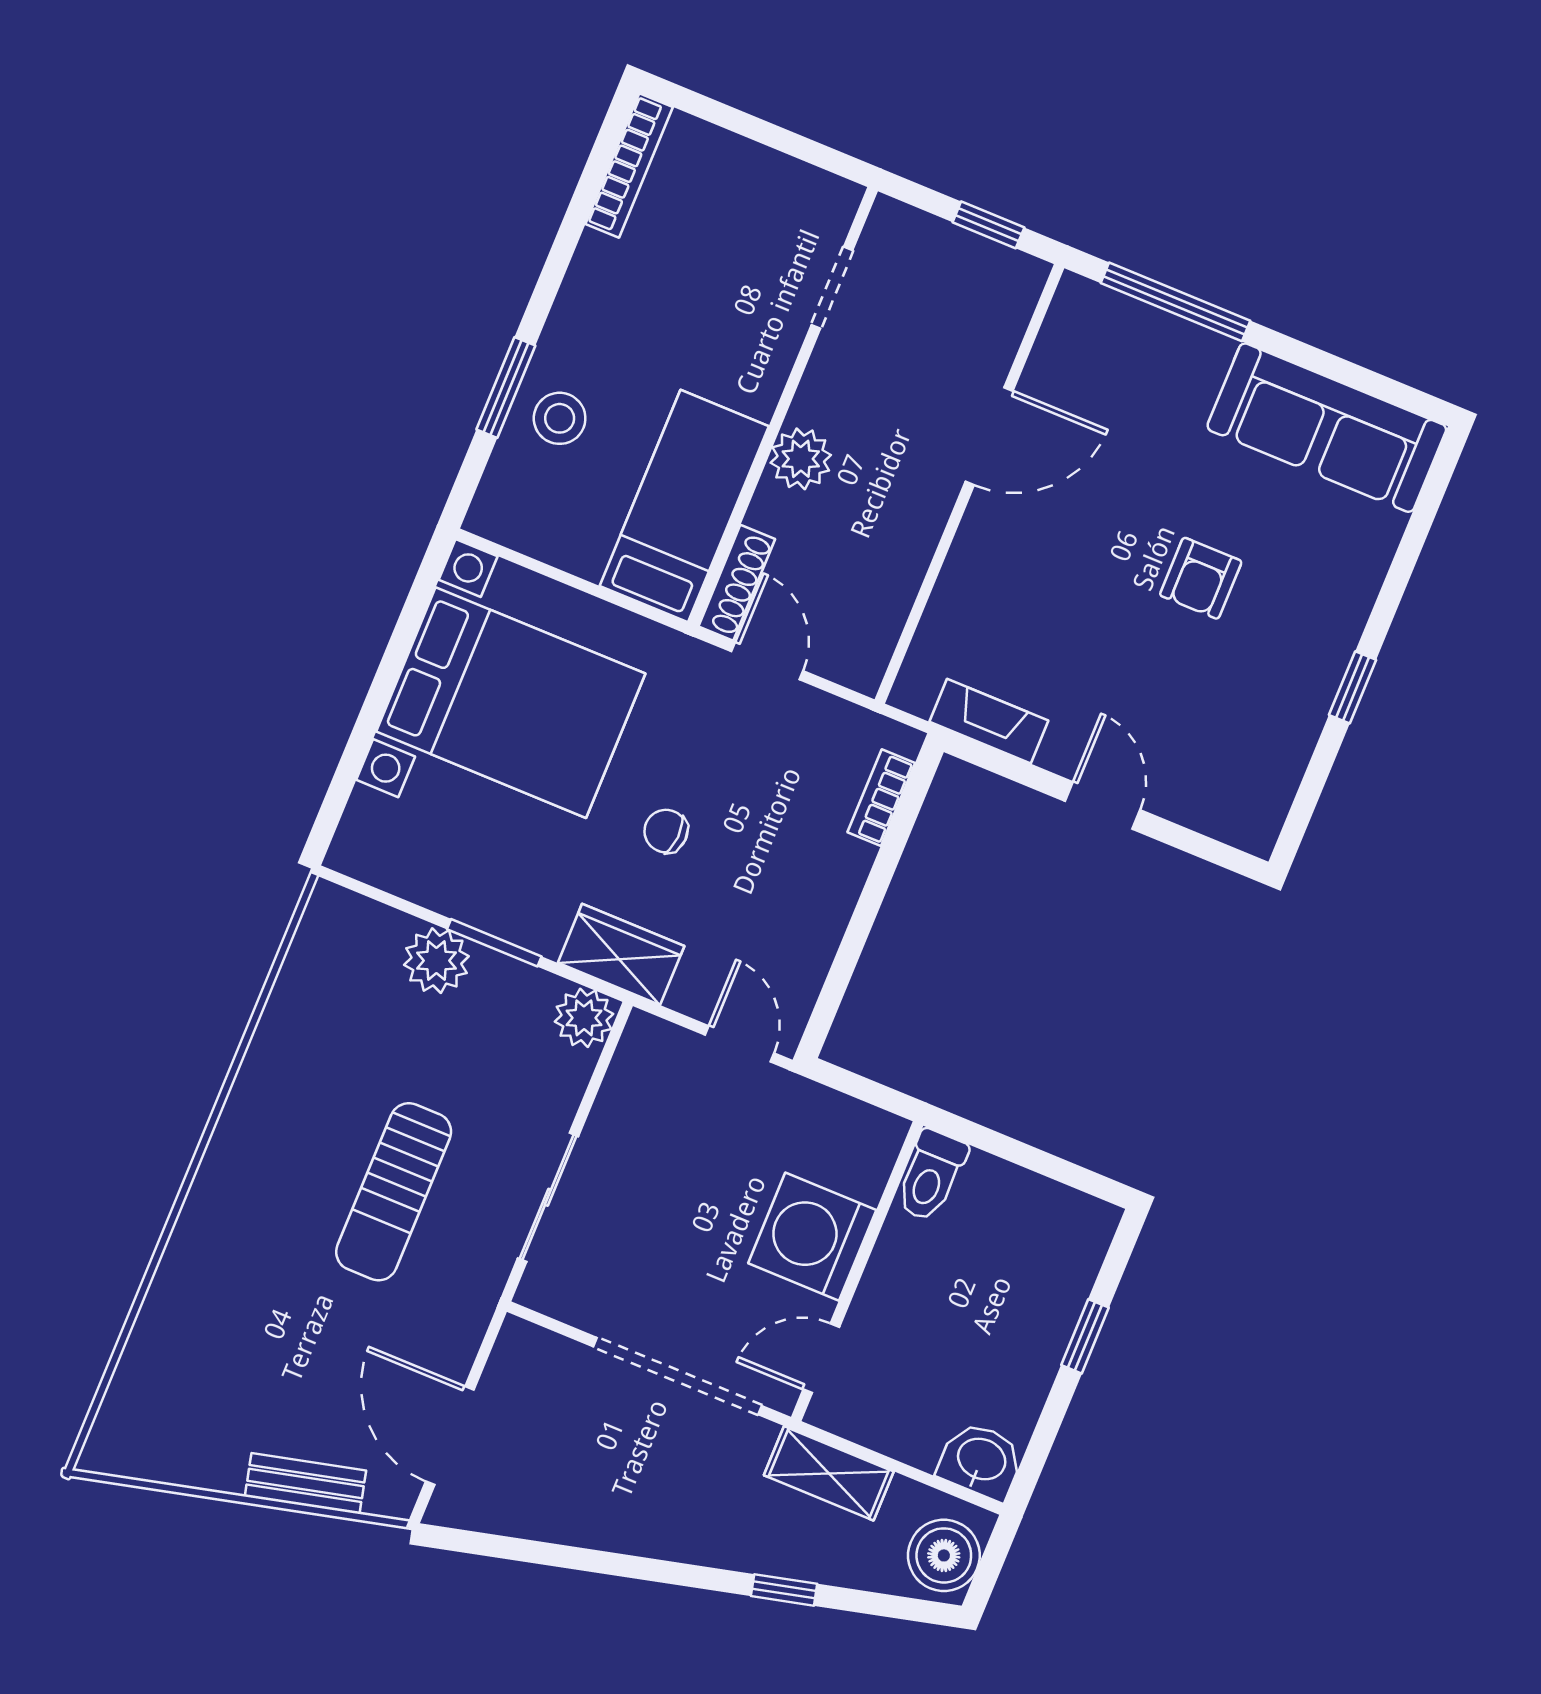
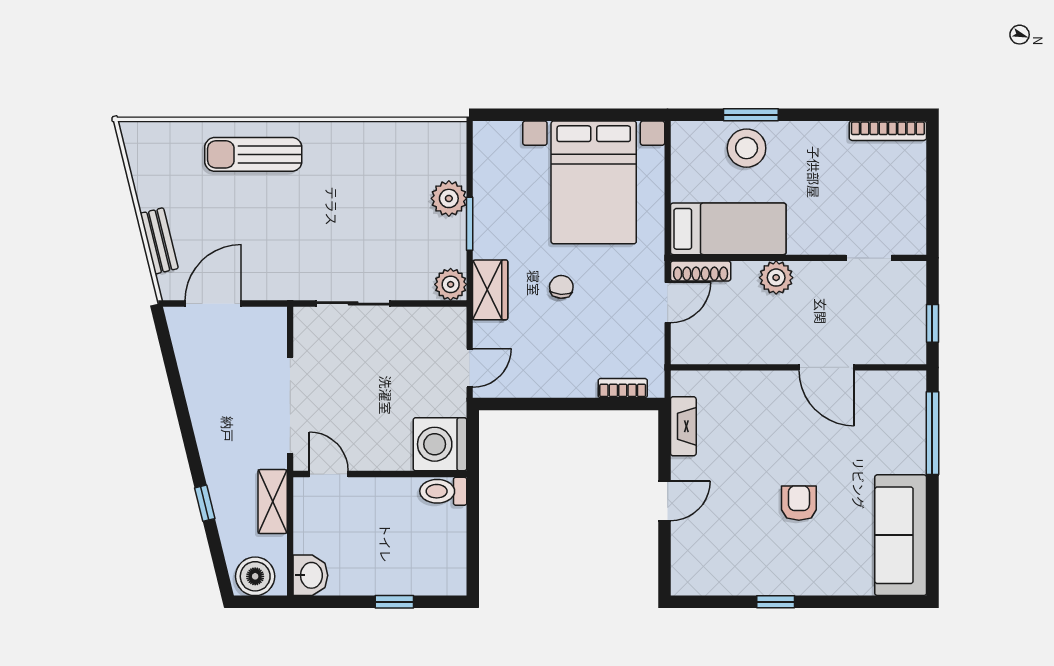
stool: (560, 418) -> (747, 148), width x1.38, depth x1.38
armchair: (1201, 578) -> (799, 503), turned 90
sun lounger: (394, 1192) -> (253, 154), moved
washing machine: (812, 1237) -> (440, 444), moved, turned -90

